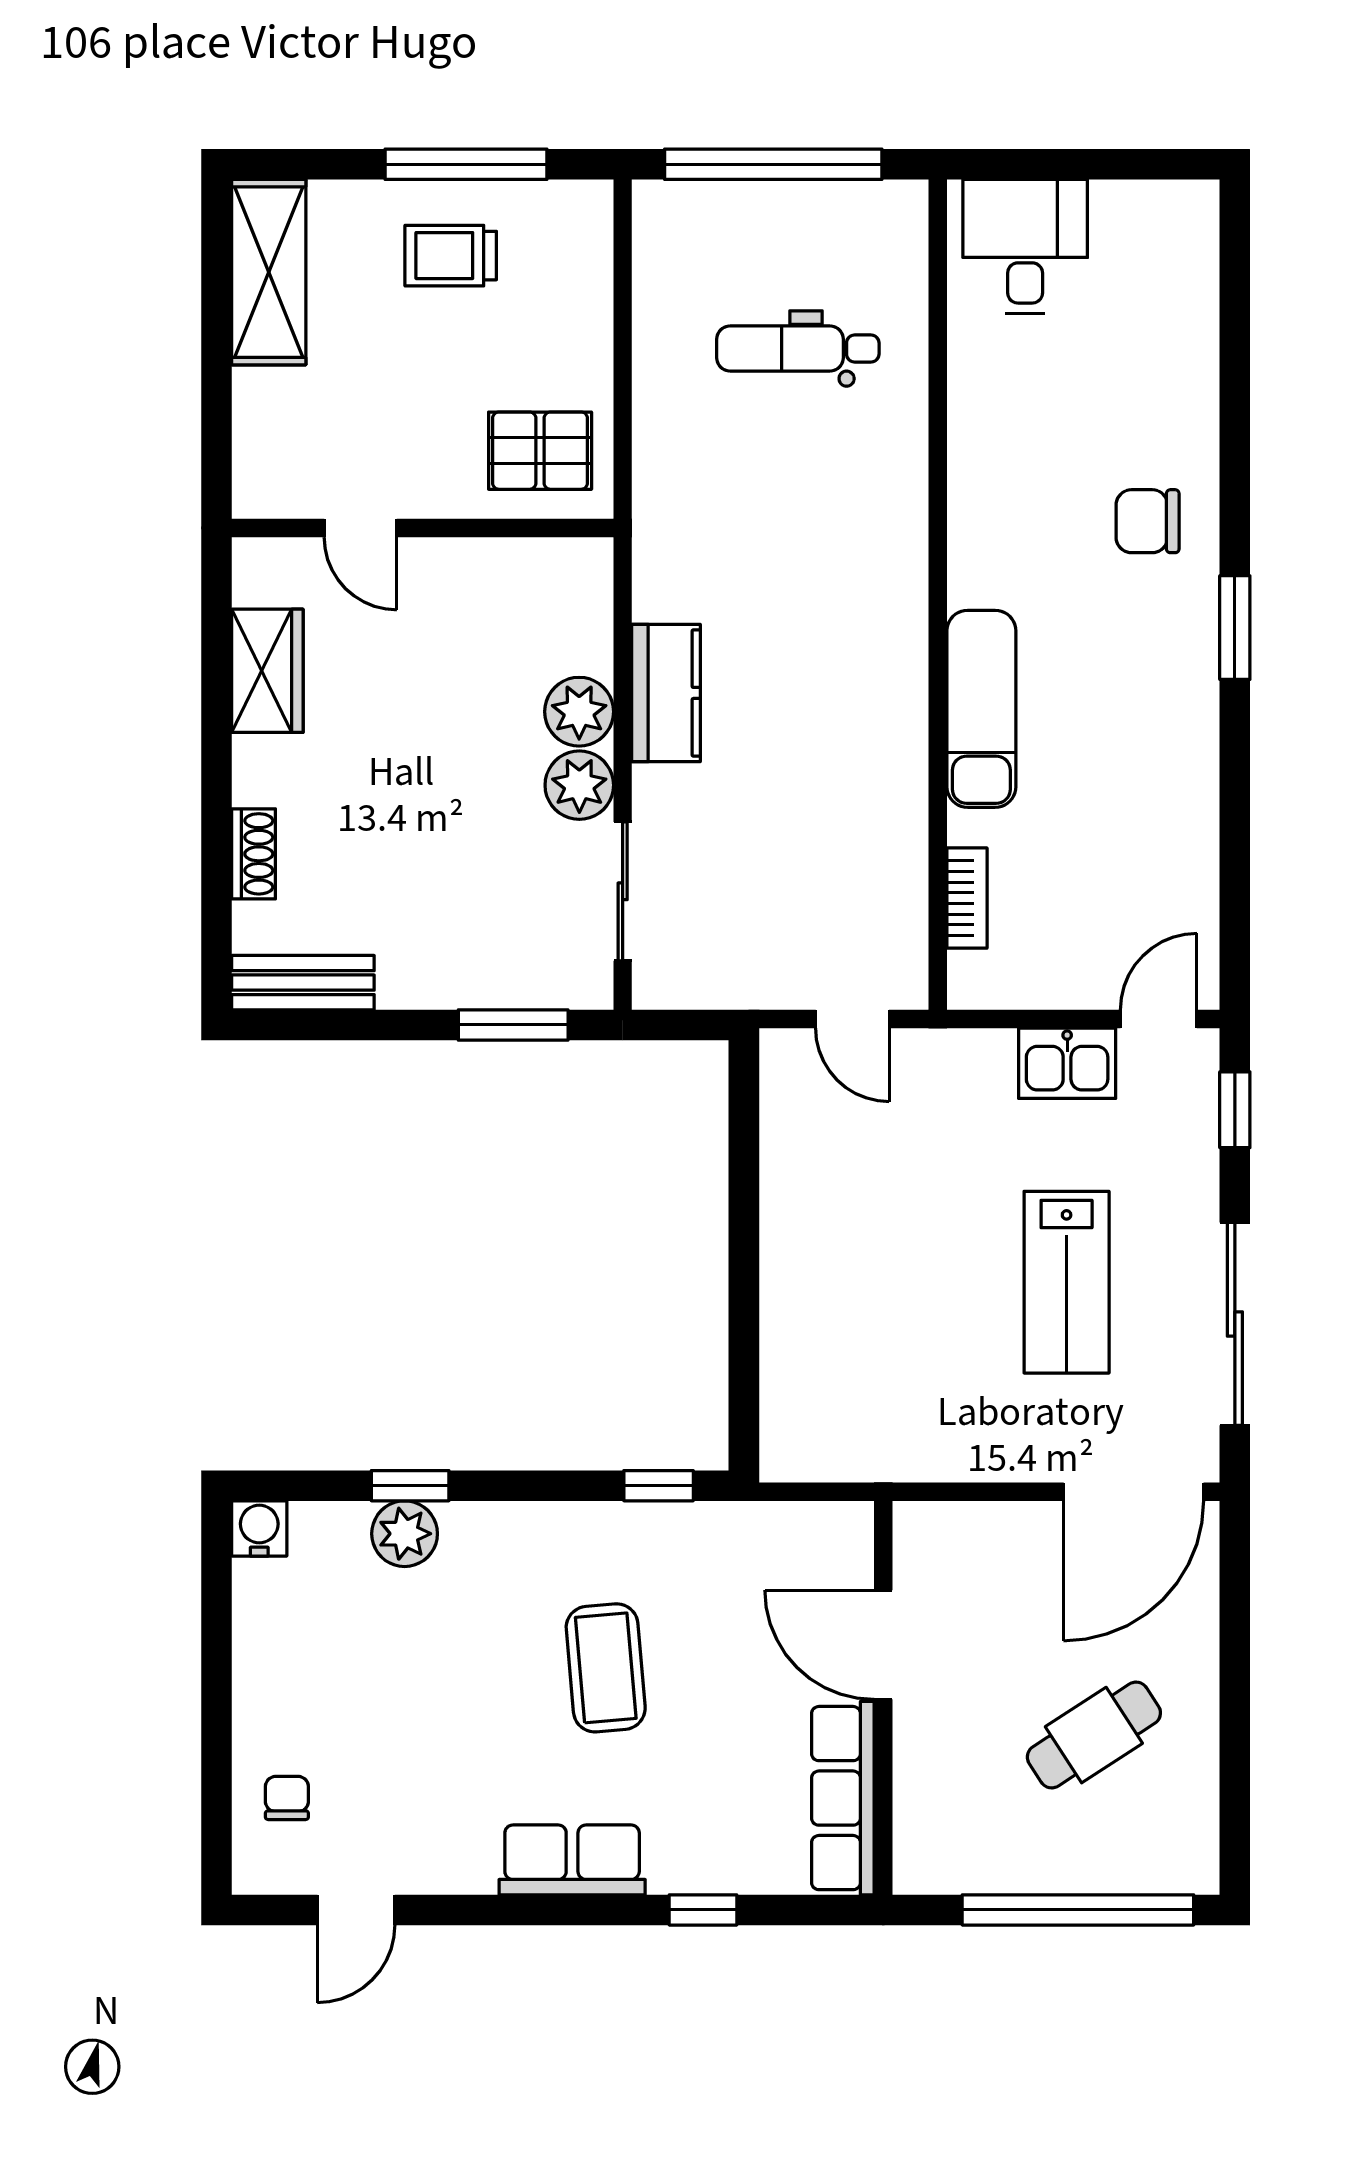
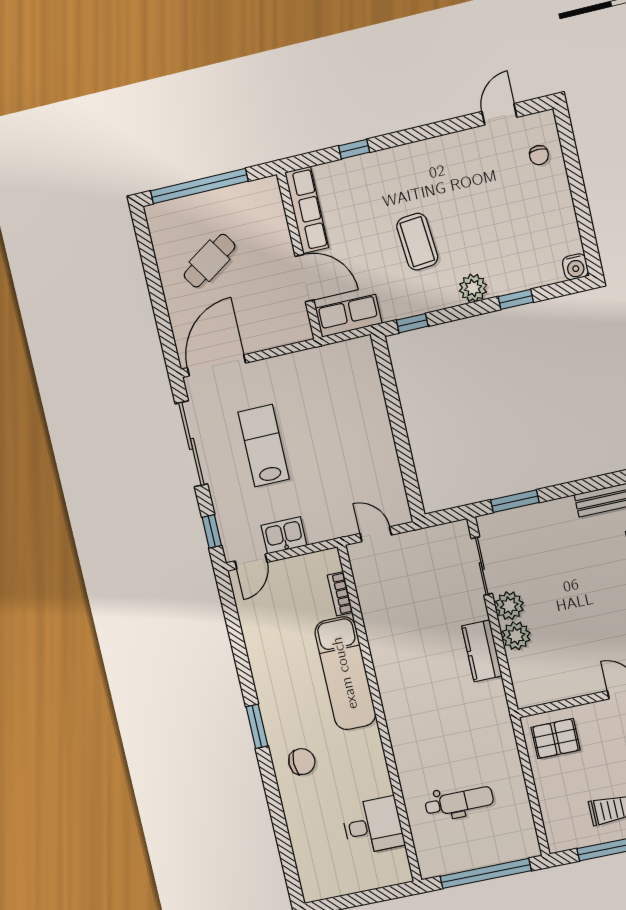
desk: (1025, 247) -> (373, 826), moved, turned -90
exam couch: (981, 709) -> (345, 673), width x1.36, depth x1.45
plant: (405, 1534) -> (473, 288), moved
row of seats: (572, 1860) -> (349, 316), moved, turned 180

